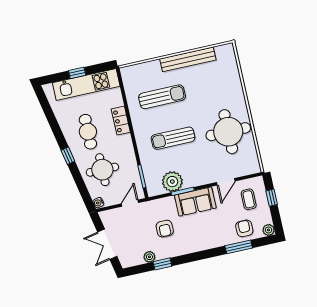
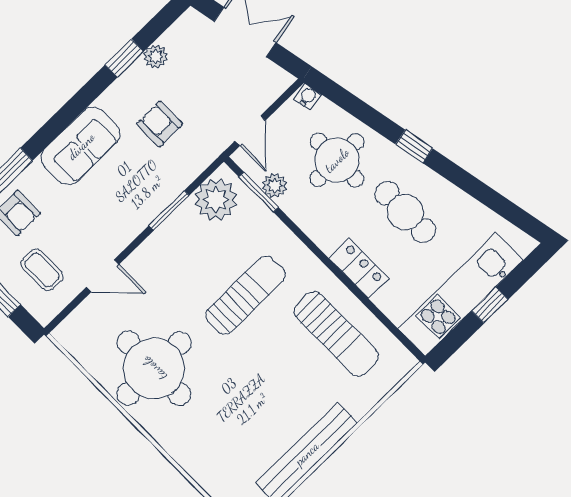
sun lounger: (162, 97) -> (336, 334), moved, turned -90
plant: (134, 175) -> (275, 186), added
plant: (172, 182) -> (216, 200), moved
door: (226, 182) -> (103, 276), swing flipped
sofa: (195, 202) -> (81, 146), moved, turned 180

